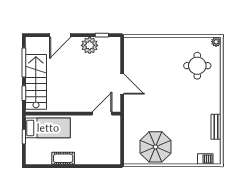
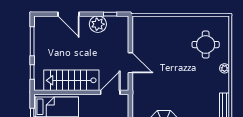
door: (60, 35) -> (69, 14), hinge flipped
plant: (216, 42) -> (224, 68), moved
stairs: (36, 82) -> (71, 80), moved, turned -90

